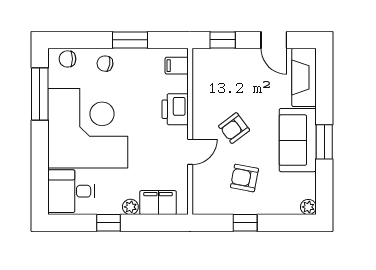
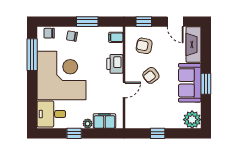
armchair: (244, 178) -> (144, 46), moved
plant: (308, 207) -> (192, 120), width x1.87, depth x1.87

